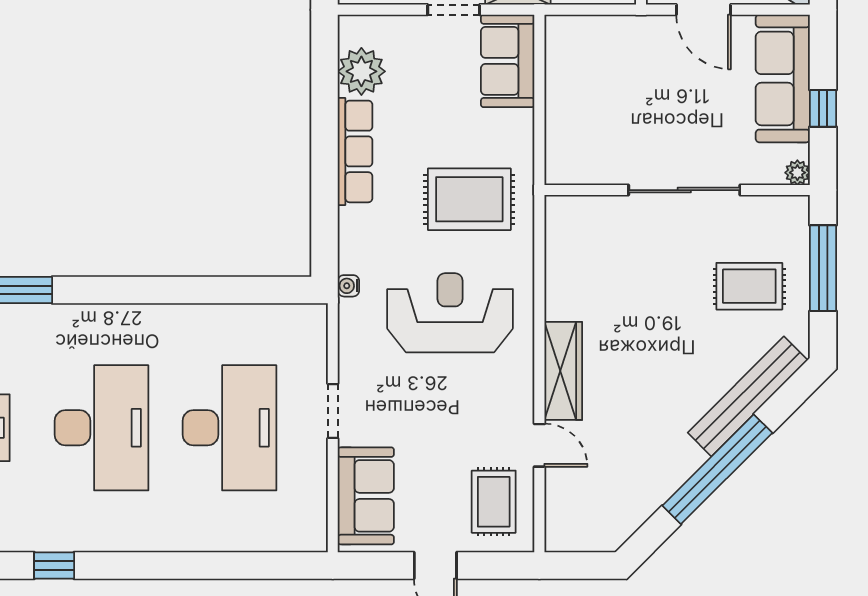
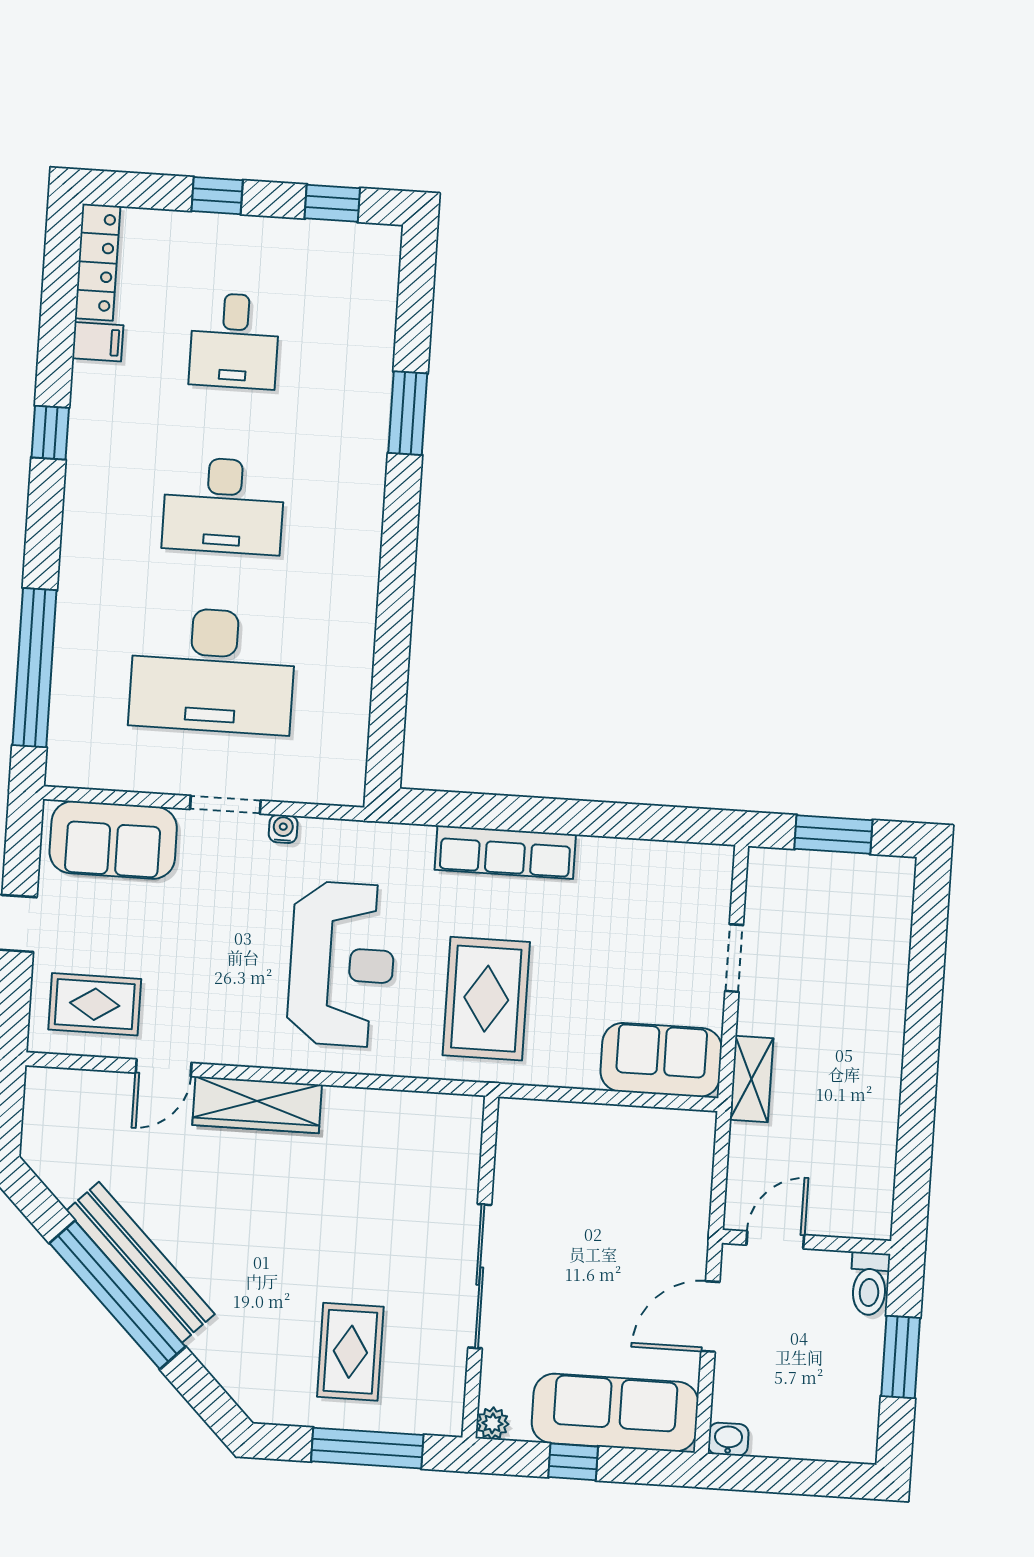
doorway: (454, 10) -> (734, 958), moved
plant: (361, 71) -> (660, 871), removed
row of seats: (355, 151) -> (505, 852), moved
water cooler: (348, 286) -> (283, 829), moved
bench: (748, 396) -> (140, 1262), moved
desk: (102, 428) -> (223, 506), width x0.73, depth x0.77
window: (237, 565) -> (35, 668), added

